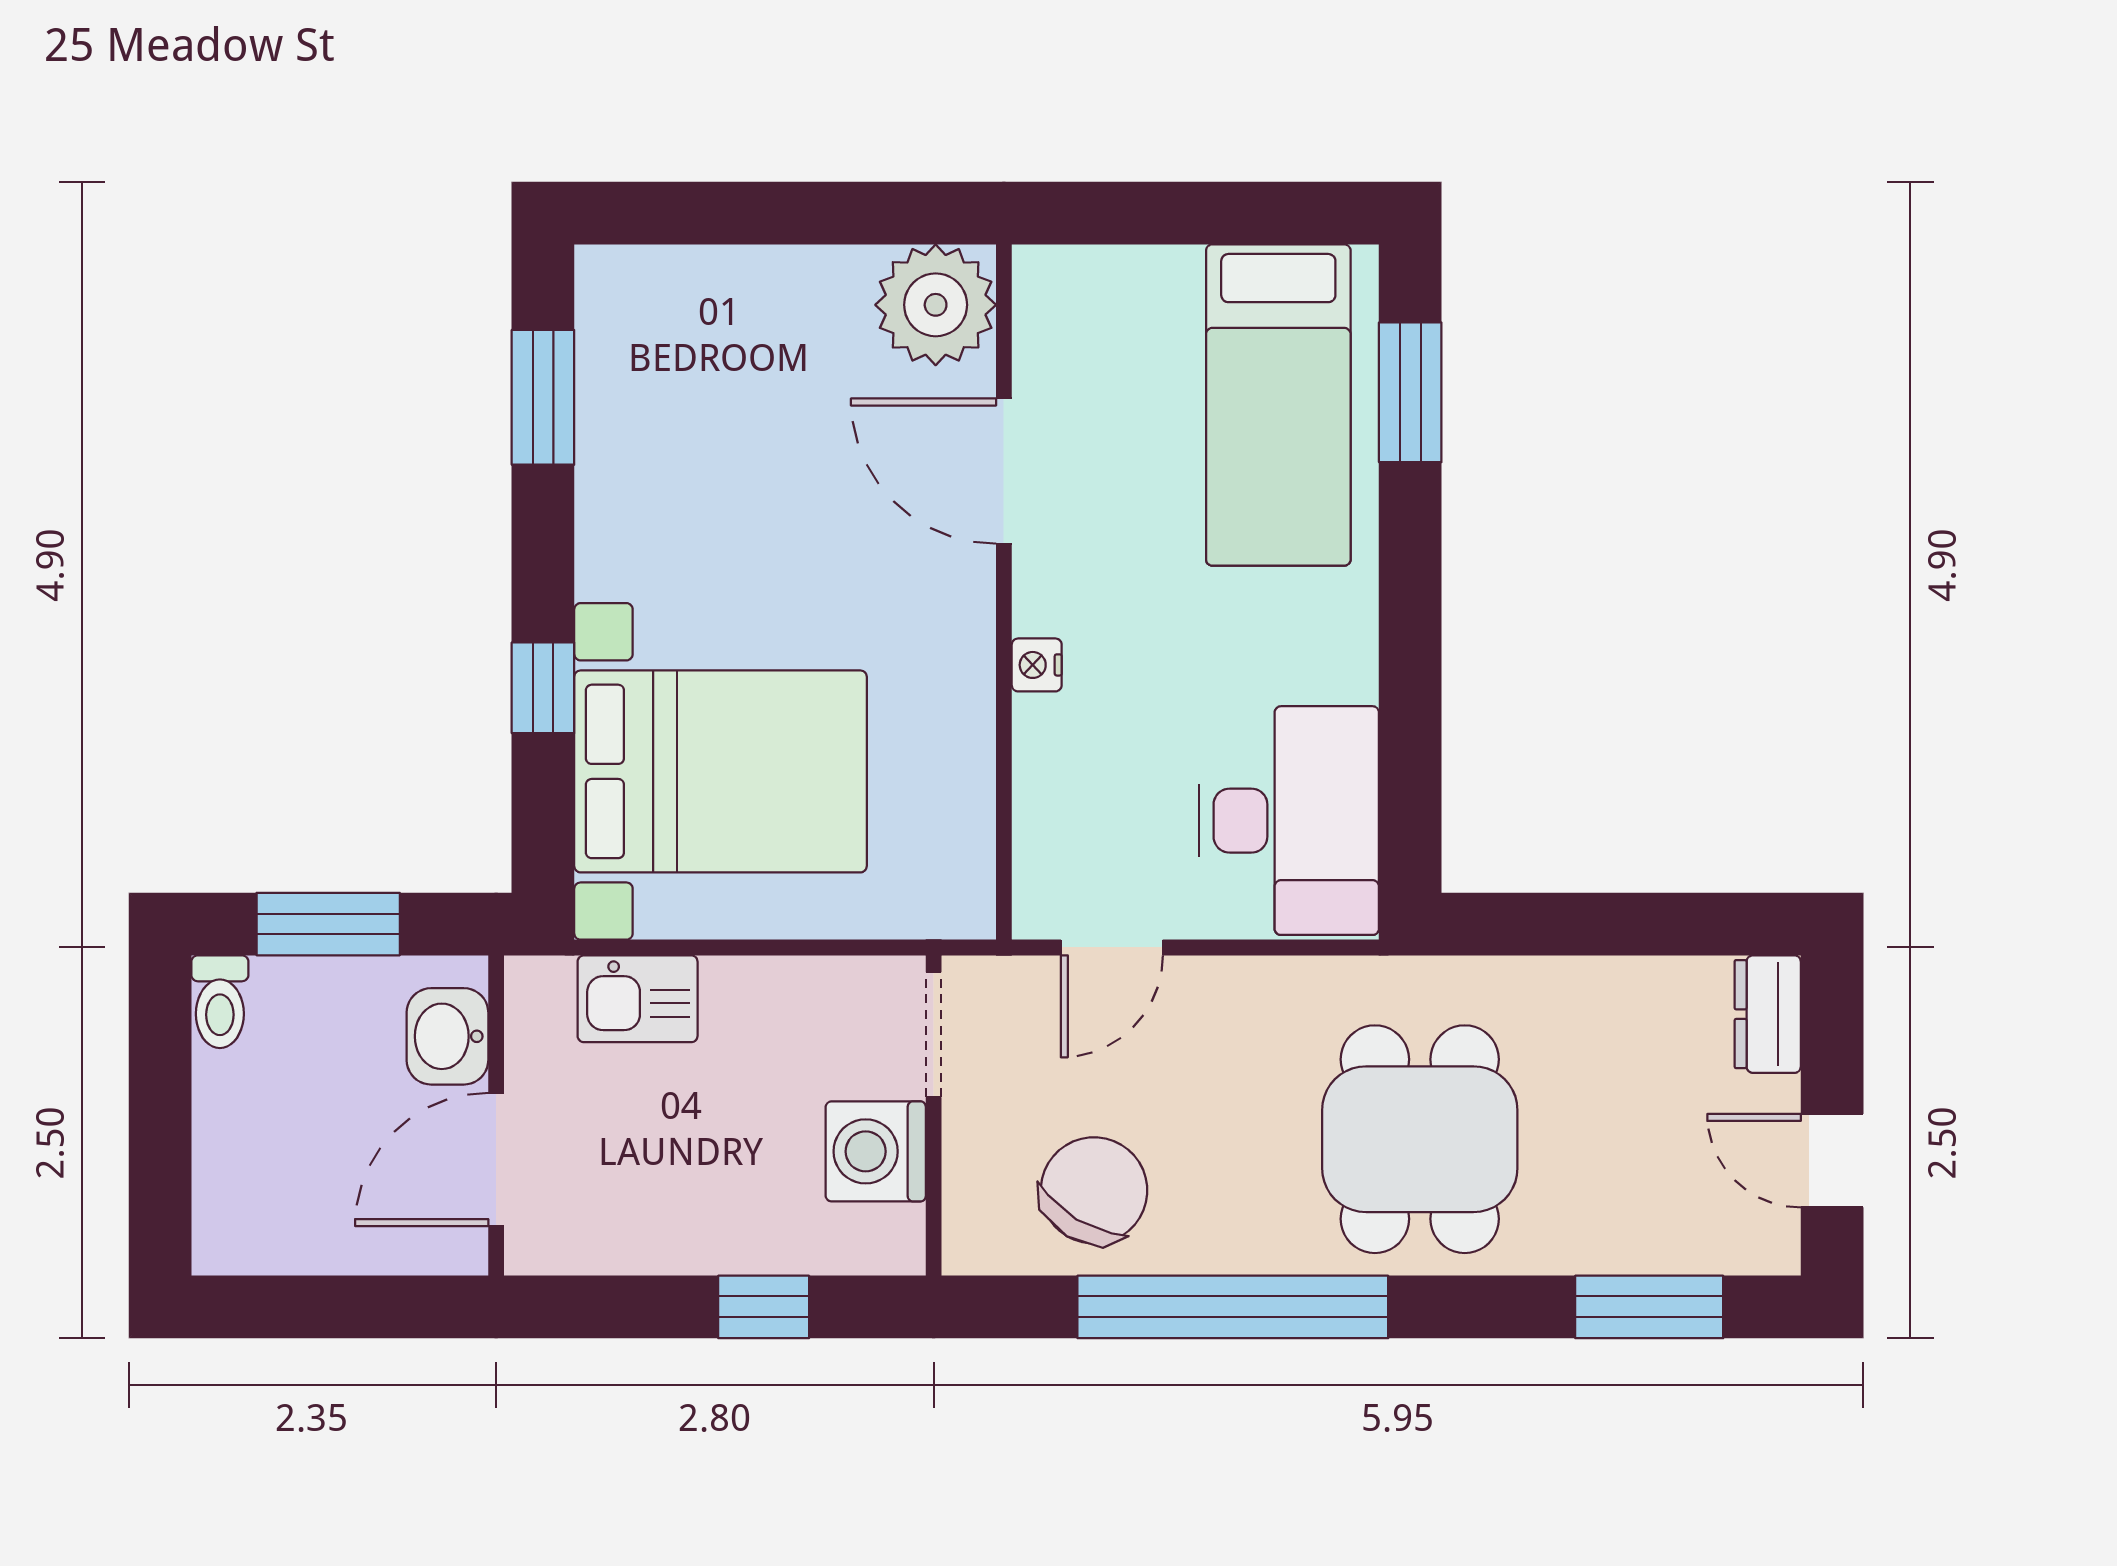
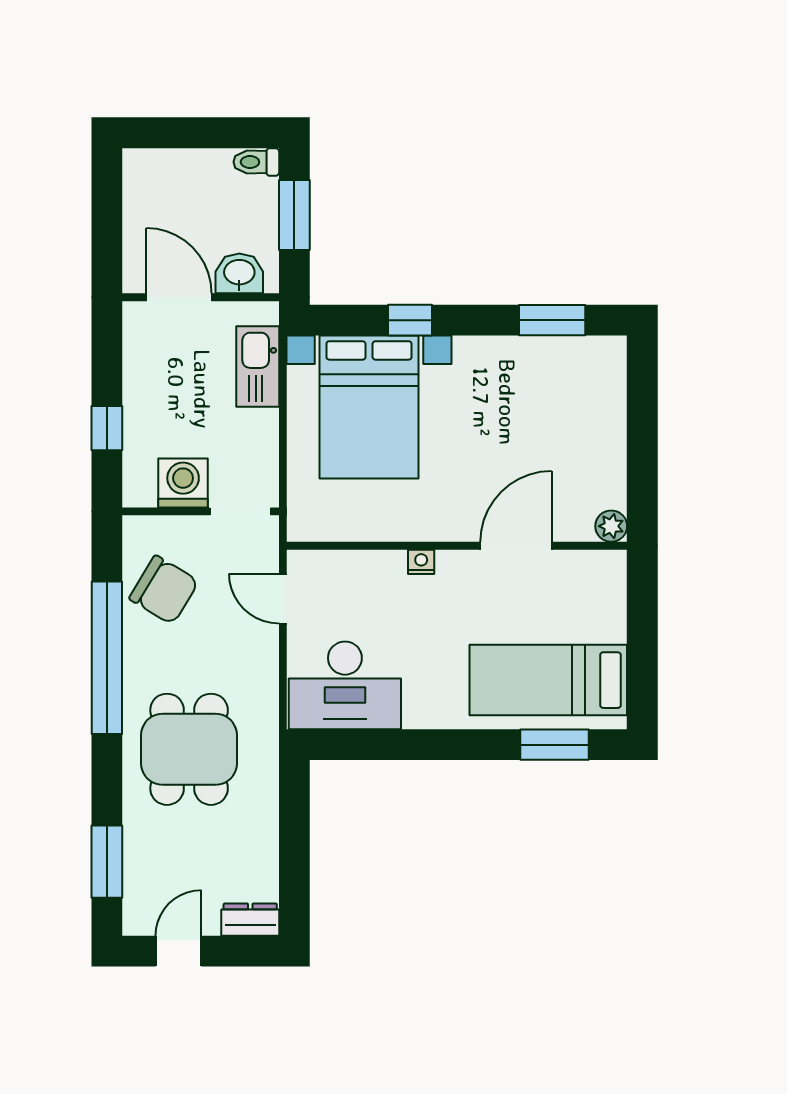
plant: (936, 305) -> (611, 526), width x0.53, depth x0.53
kitchen sink: (638, 999) -> (258, 366), width x1.38
dining table: (1420, 1139) -> (189, 749), turned 90

